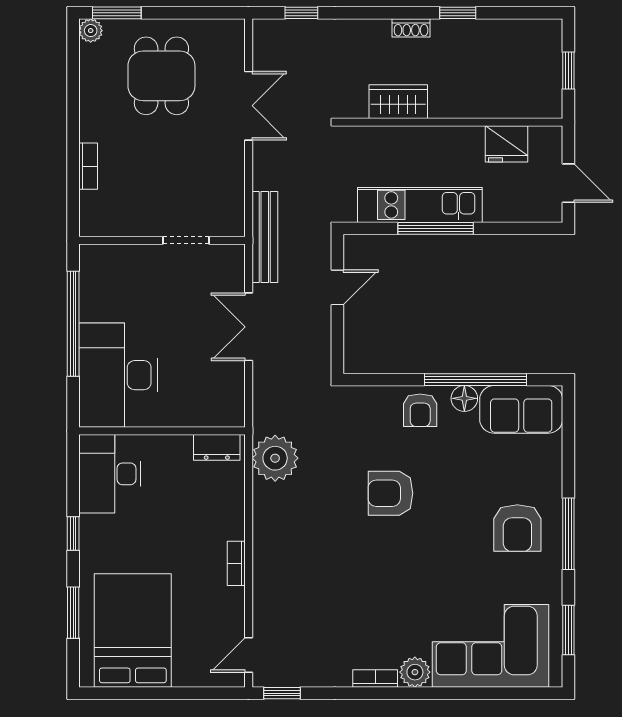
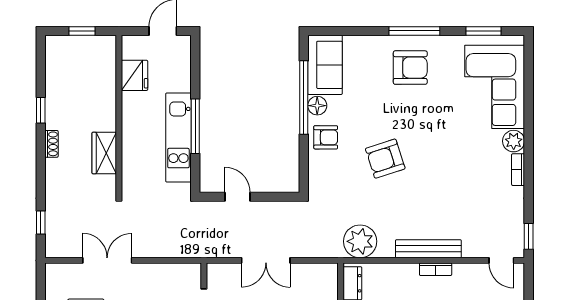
bench: (265, 237) -> (428, 249), moved
armchair: (390, 493) -> (385, 159), turned 72

